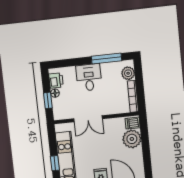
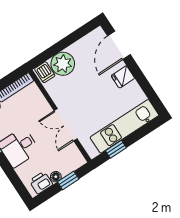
double door: (88, 119) -> (66, 125), swing flipped
window: (55, 163) -> (116, 149), moved

